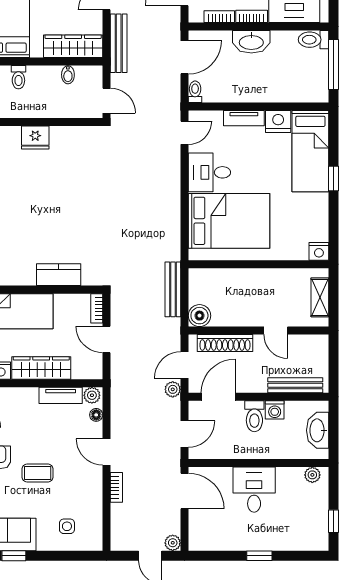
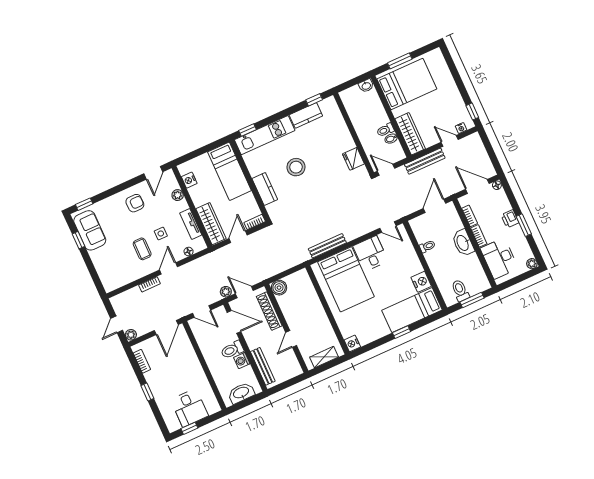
toilet: (314, 40) -> (460, 290), moved
door: (185, 57) -> (435, 206), swing flipped
window: (334, 65) -> (472, 300), width x0.69
toilet: (18, 77) -> (385, 130), moved
toilet: (195, 92) -> (427, 246), moved
door: (107, 101) -> (386, 170), swing flipped
tv unit: (244, 118) -> (414, 260), removed
fridge: (35, 138) -> (353, 159), moved
stool: (48, 220) -> (296, 167), added
bench: (173, 289) -> (327, 246), moved
wardrobe: (41, 368) -> (211, 224), moved
plant: (92, 395) -> (178, 195), moved
coffee table: (38, 473) -> (142, 249), moved
plant: (312, 475) -> (212, 402), removed
desk: (254, 490) -> (189, 408), moved, turned 90
side table: (67, 526) -> (161, 233), moved
bookcase: (215, 544) -> (142, 361), added

